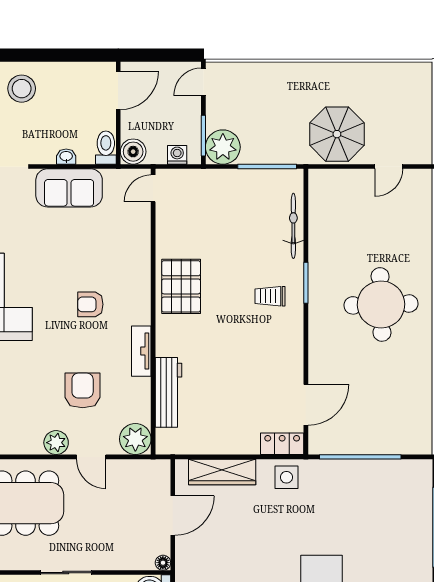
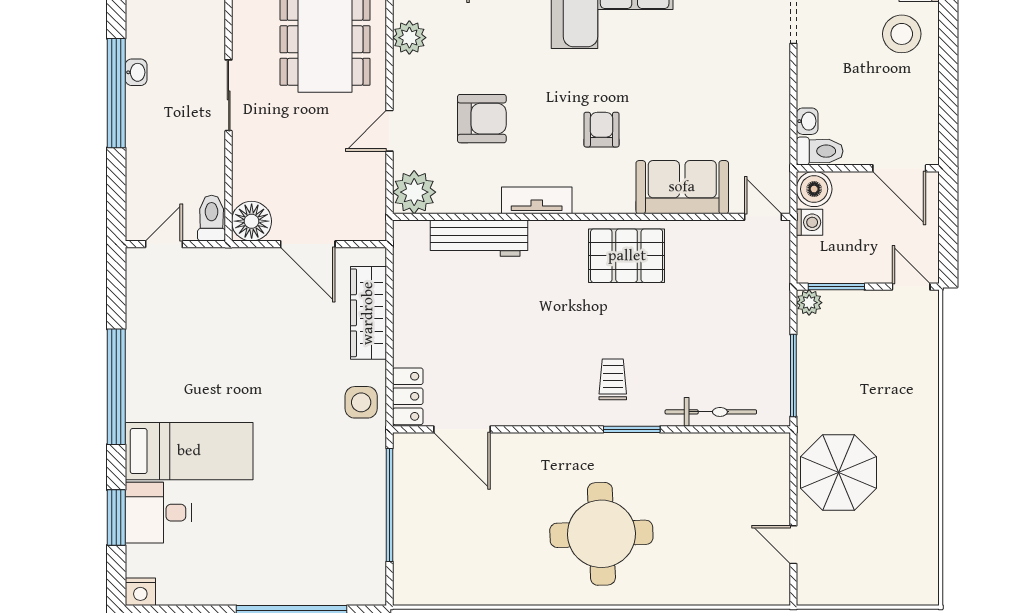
plant: (223, 147) -> (809, 303), width x0.53, depth x0.53
washing machine: (177, 155) -> (810, 222), moved
washbasin: (66, 157) -> (807, 121), moved
sofa: (69, 188) -> (682, 187), moved, turned 90
plant: (56, 443) -> (409, 38), moved
floor lamp: (163, 563) -> (252, 221), width x1.89, depth x1.89

